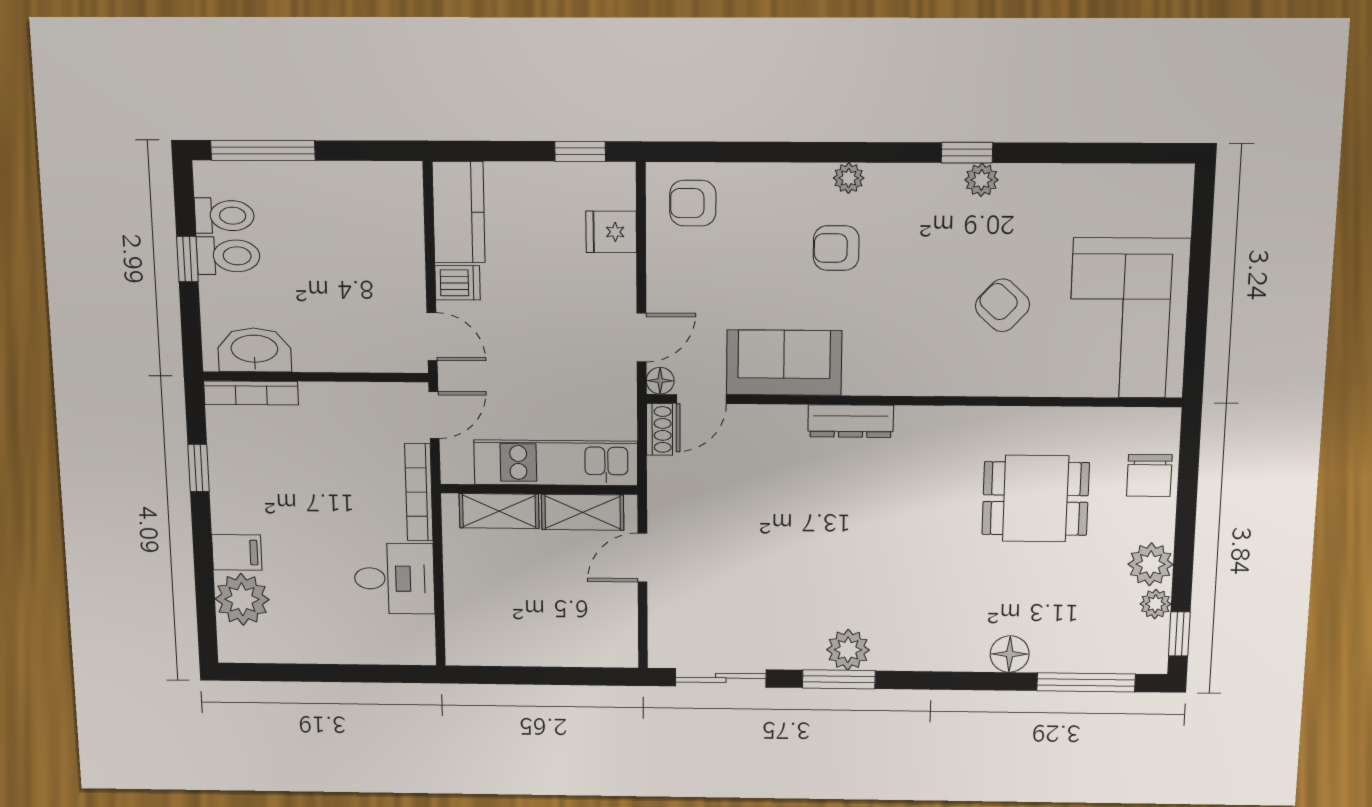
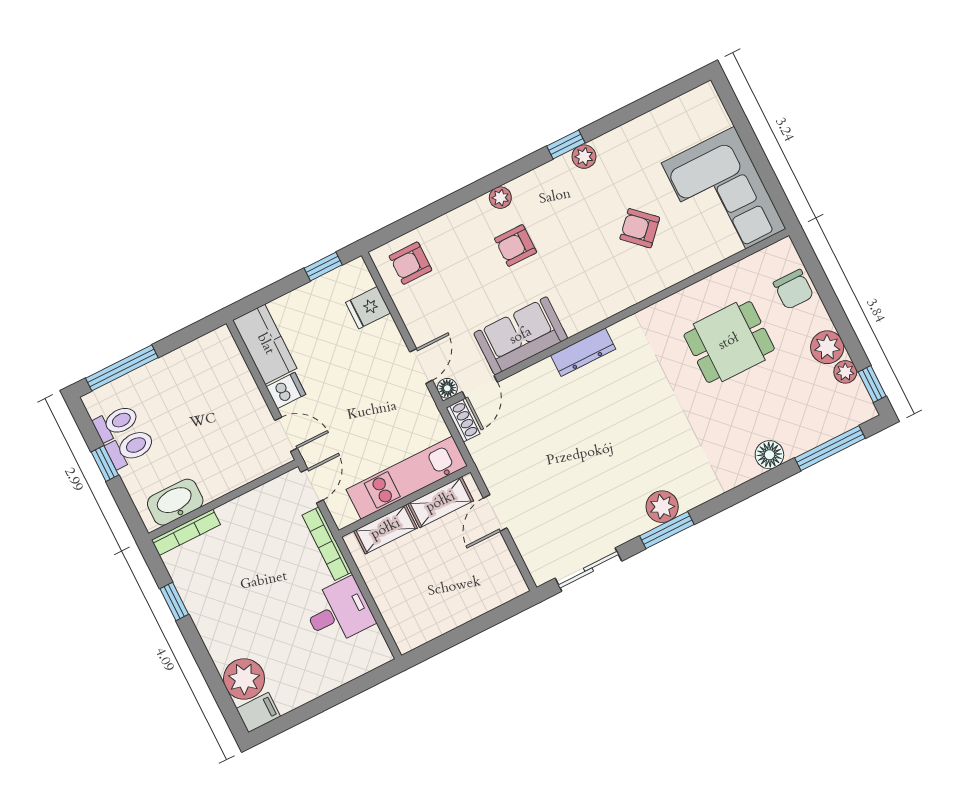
filing cabinet: (237, 552) -> (258, 712), moved

